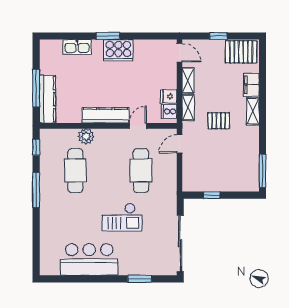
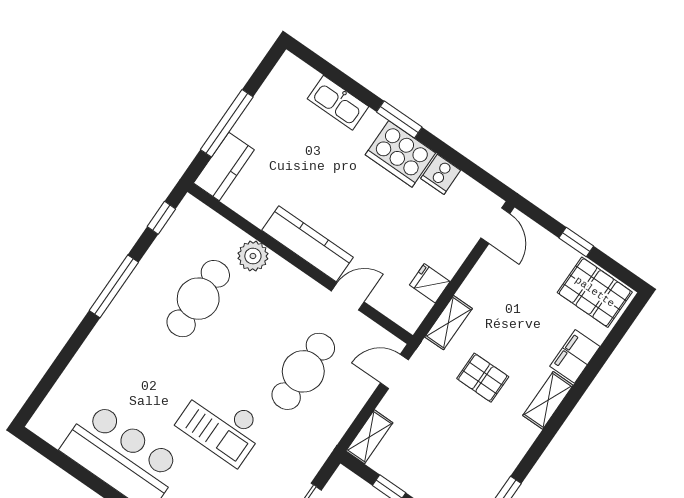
shelving: (188, 80) -> (369, 437), moved
kitchen counter: (48, 99) -> (224, 166), width x0.67
cooker: (169, 111) -> (441, 174), moved, turned -90

